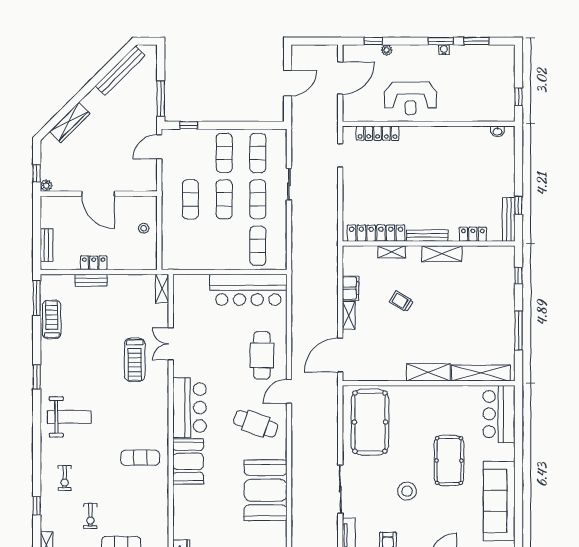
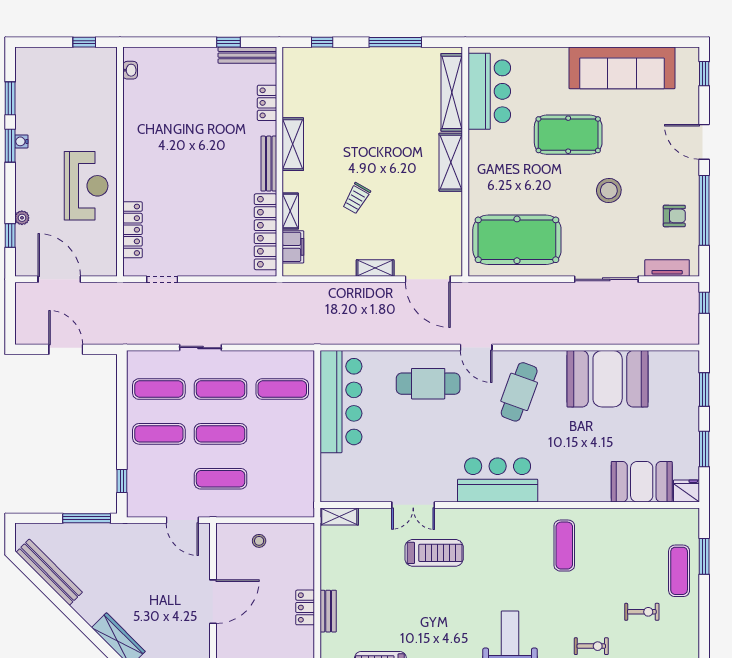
door: (159, 147) -> (182, 520), moved
filing cabinet: (351, 288) -> (293, 247), moved, turned 90
bar counter: (499, 414) -> (489, 91), moved, turned -90
booth: (188, 461) -> (642, 482), moved

